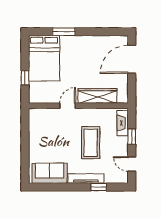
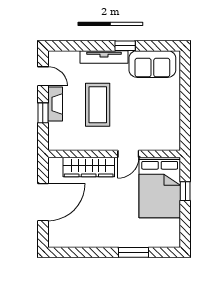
bed: (44, 58) -> (160, 188), moved, turned 180
door: (132, 59) -> (43, 202), moved
fireplace: (123, 123) -> (55, 104), moved
window: (99, 187) -> (125, 46), moved

